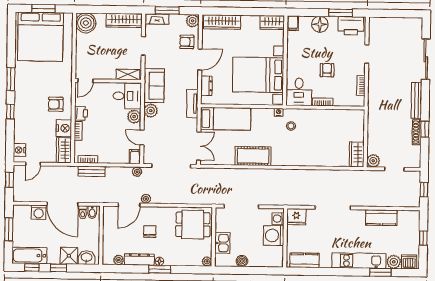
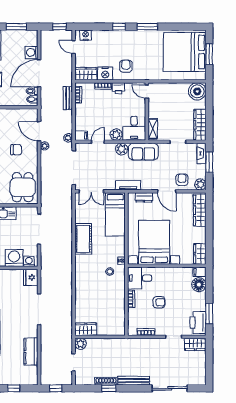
floor lamp: (320, 24) -> (199, 285), moved
wardrobe: (376, 29) -> (195, 344), added

